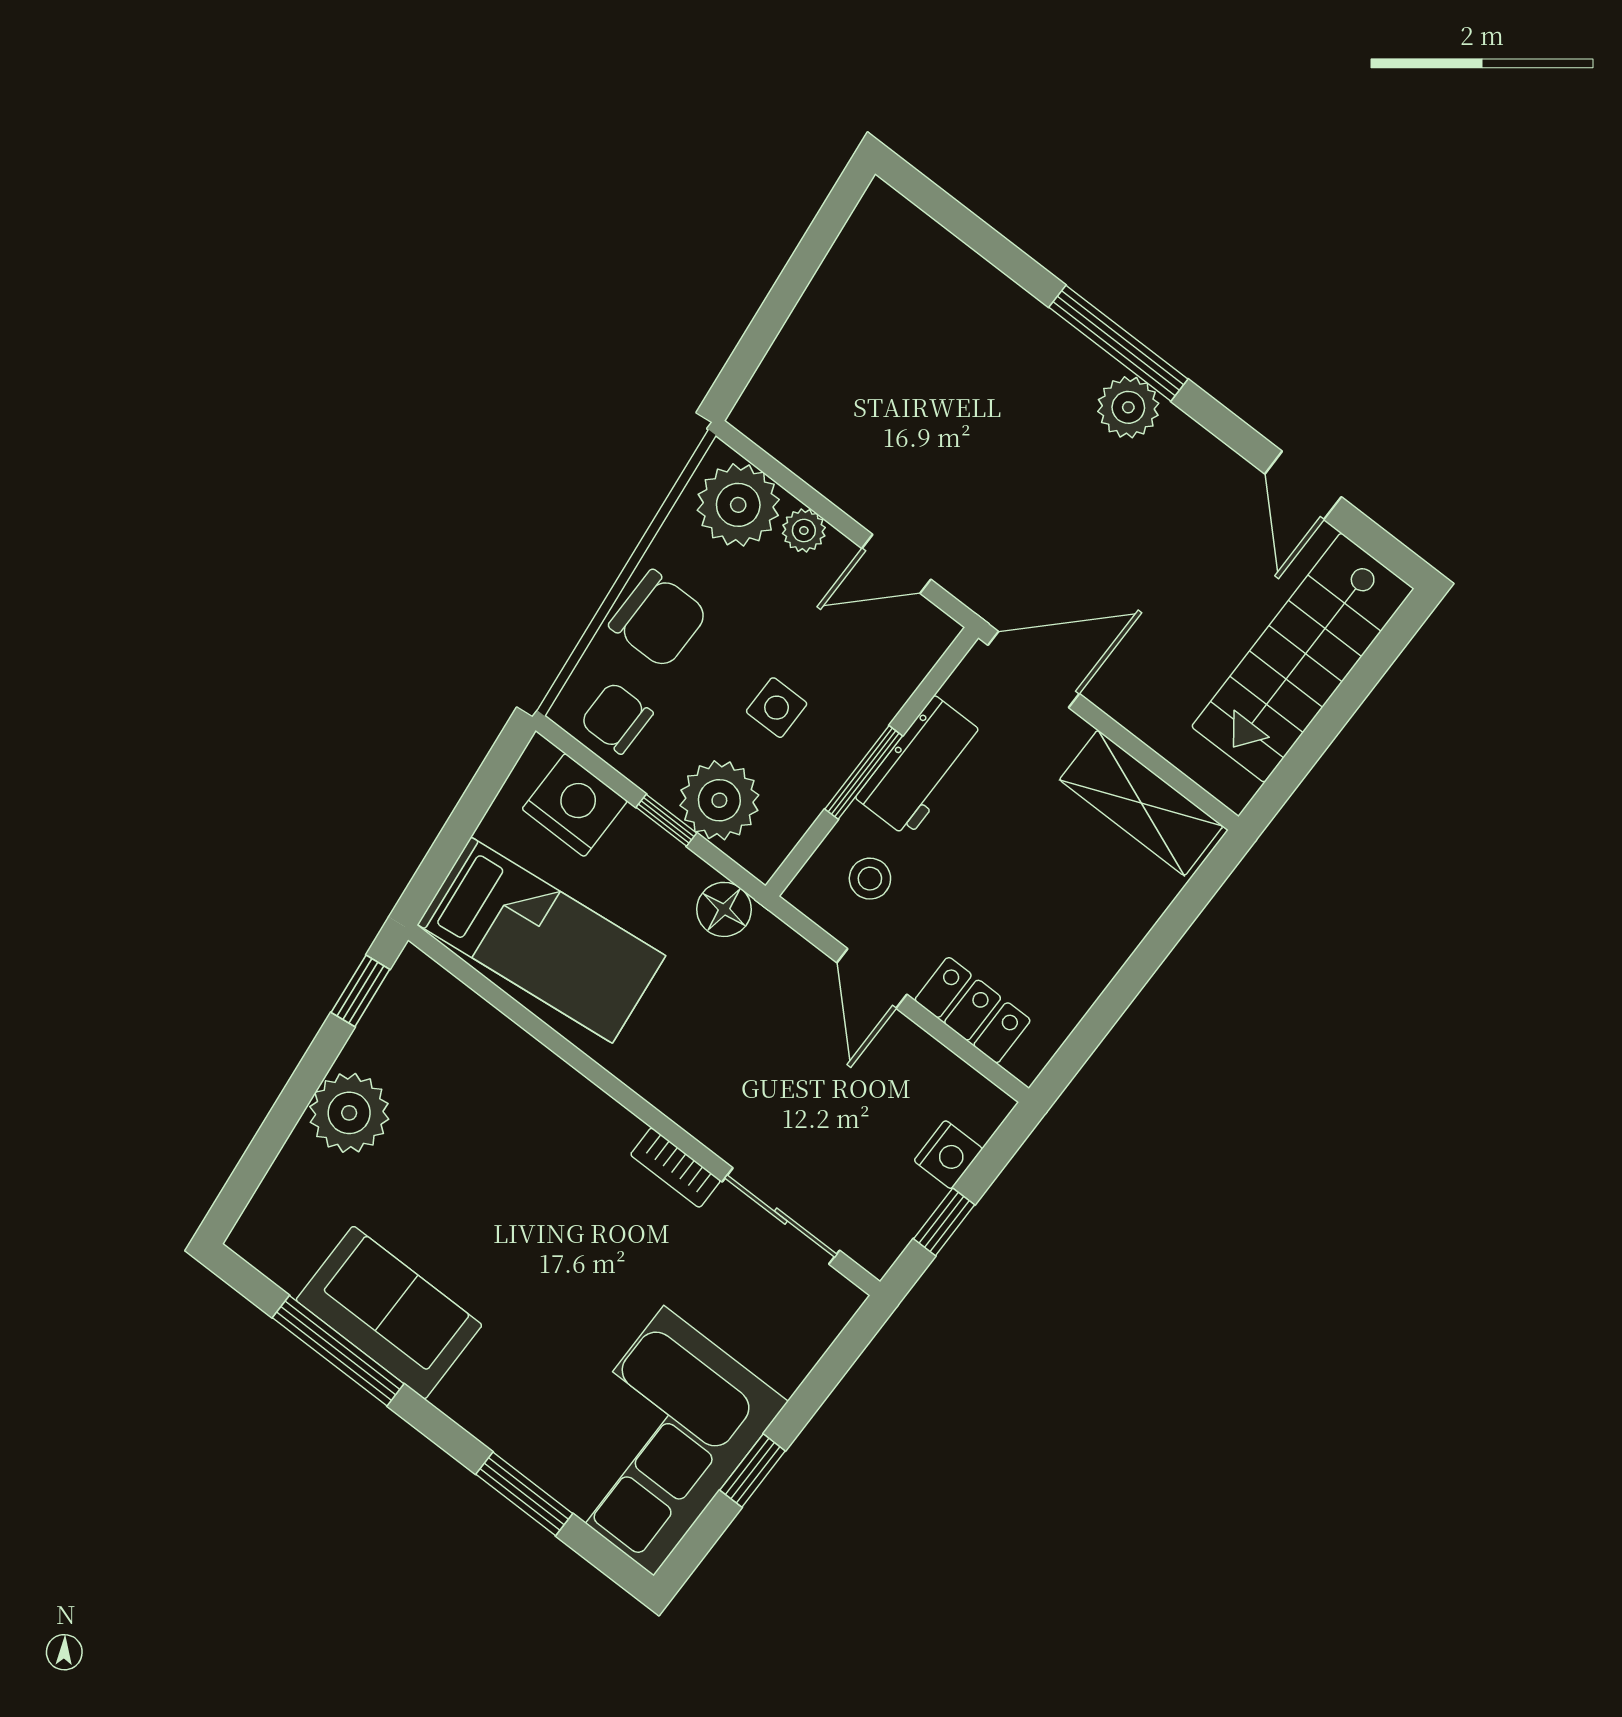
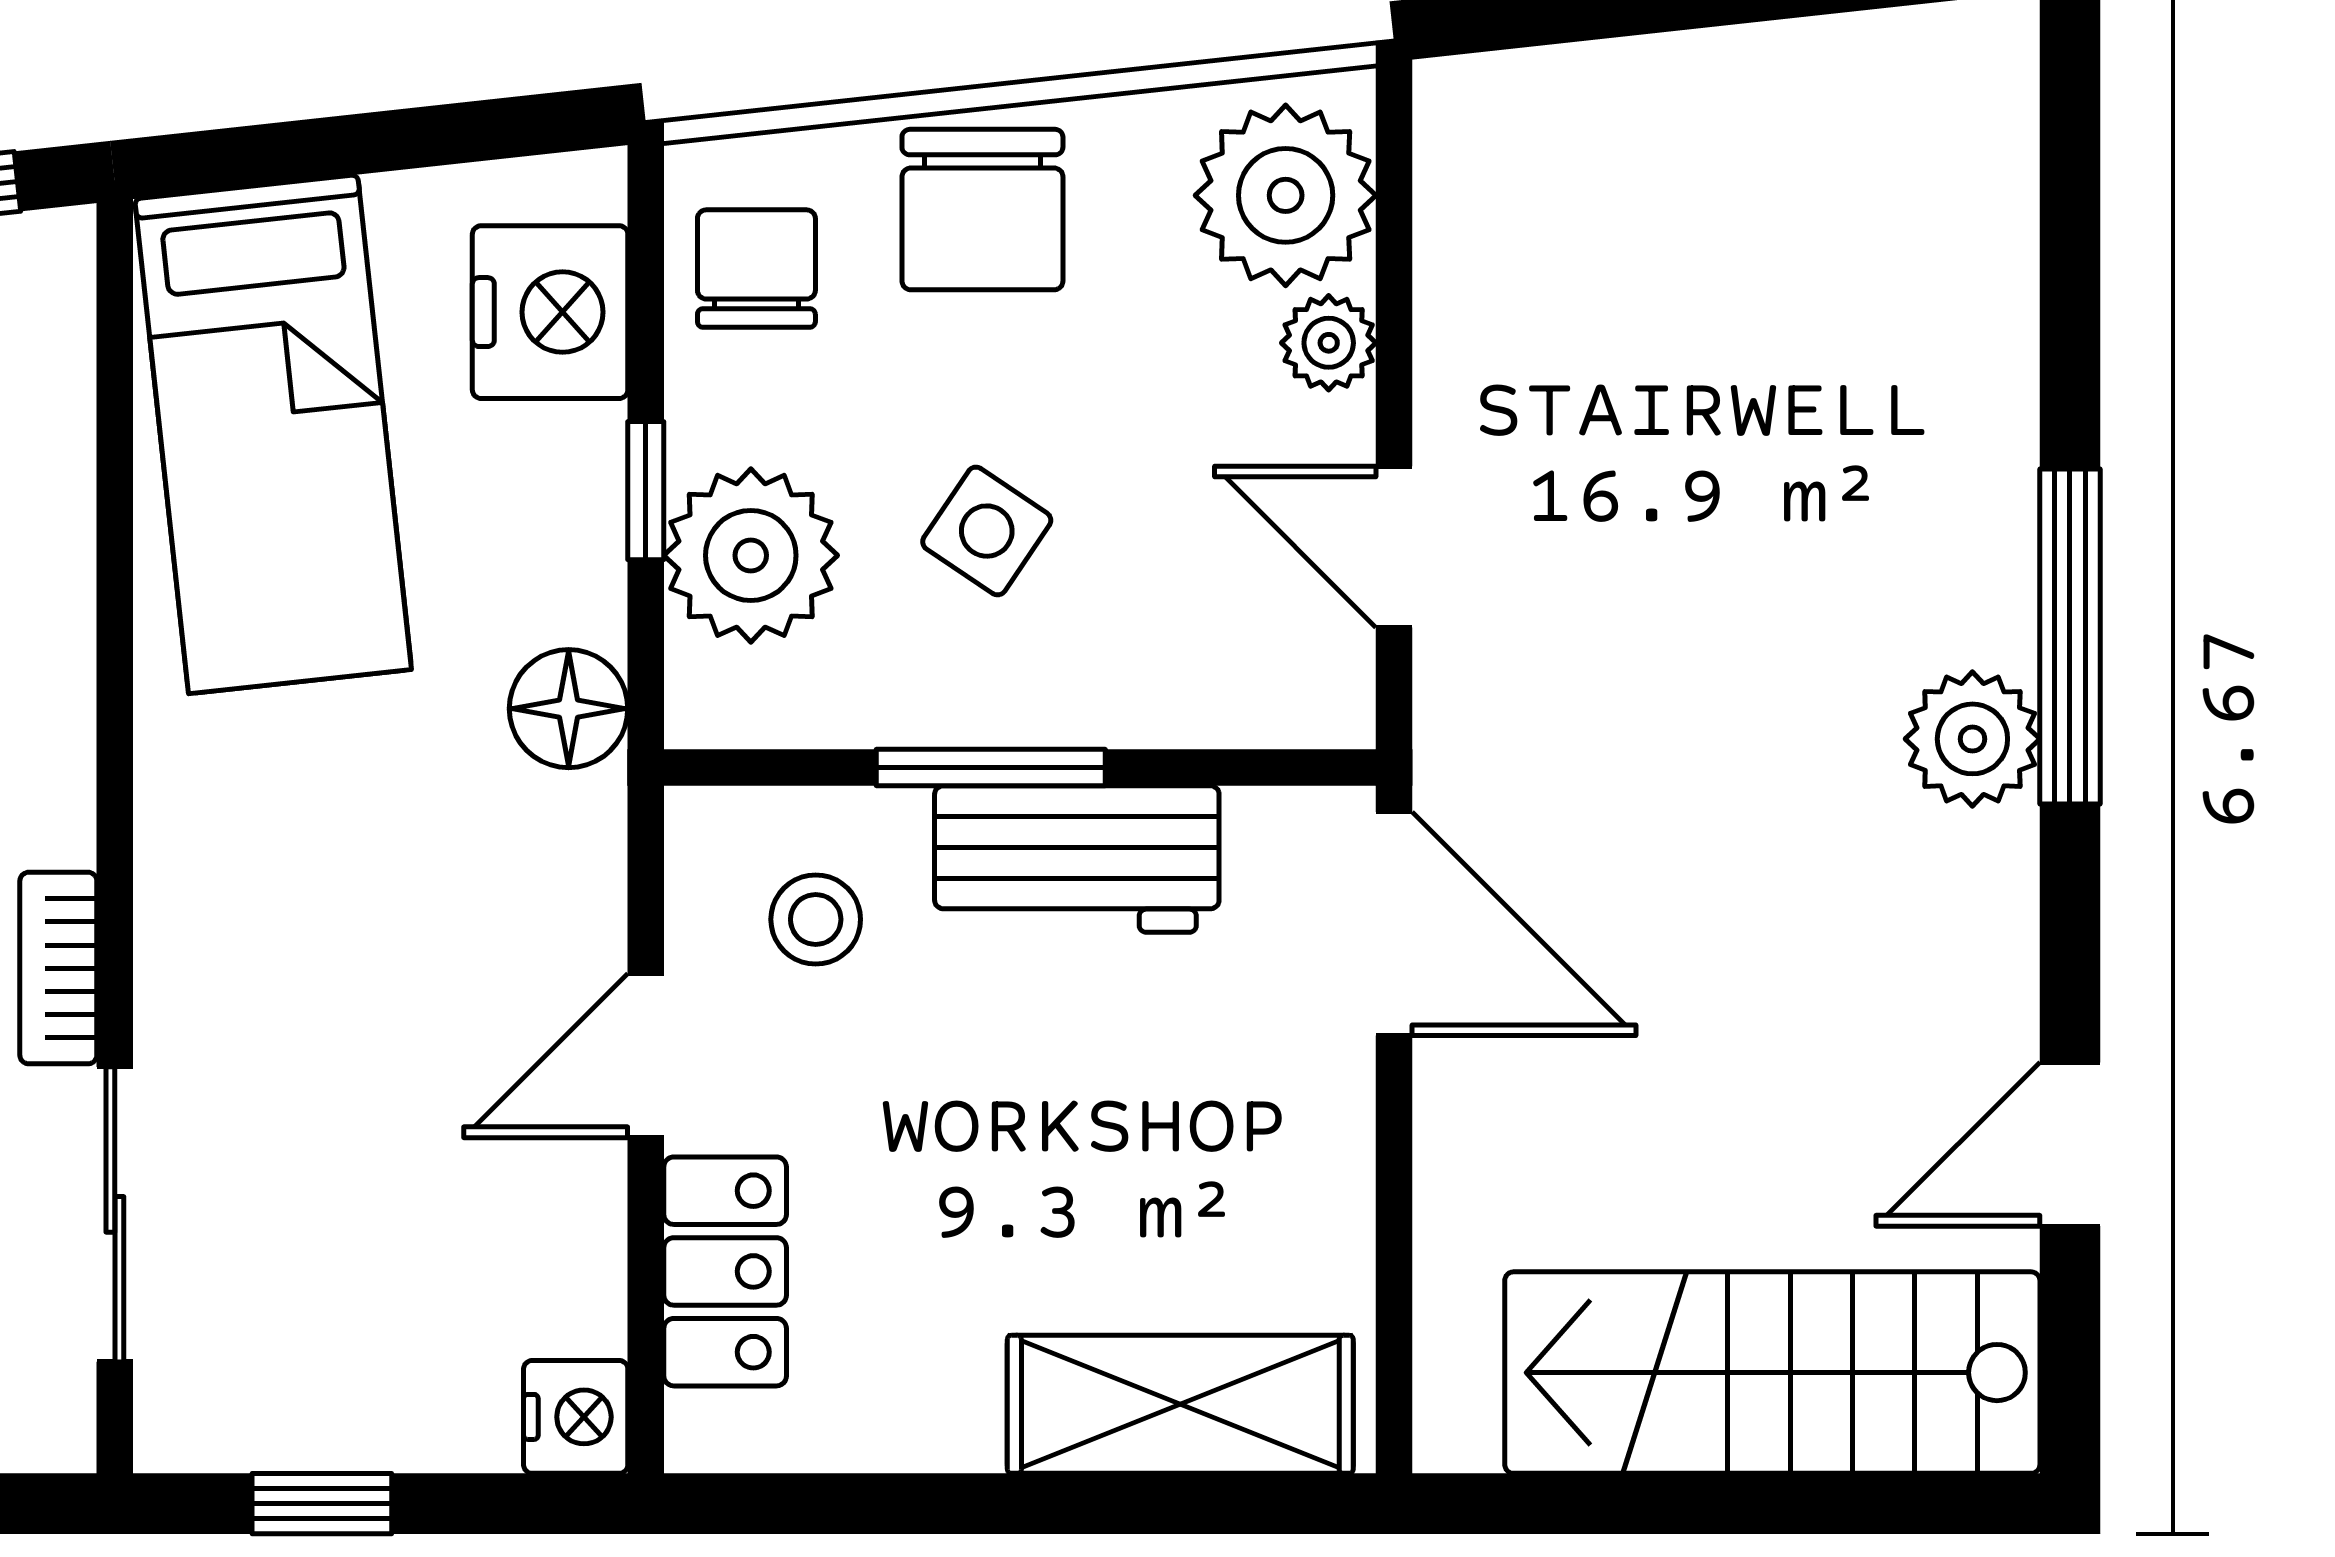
side table: (777, 708) -> (987, 531), turned 34
shelving: (1141, 803) -> (1180, 1404), moved, turned 90
nightstand: (948, 1155) -> (576, 1417), moved, turned -90

